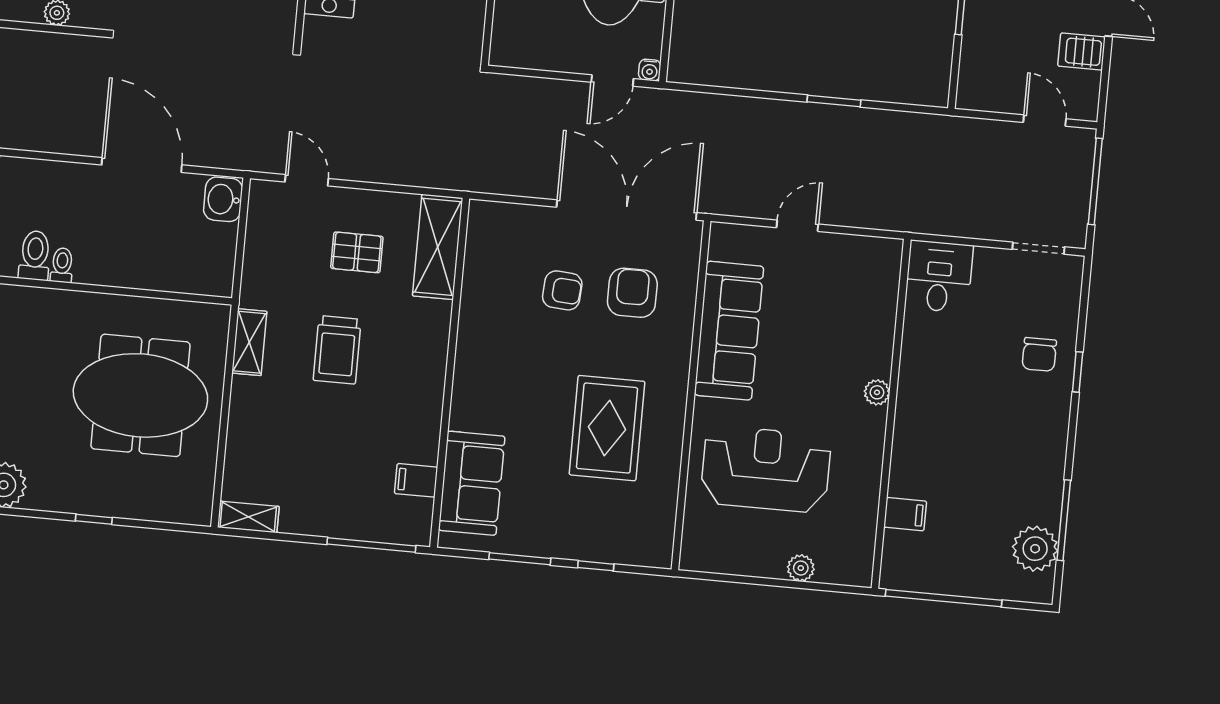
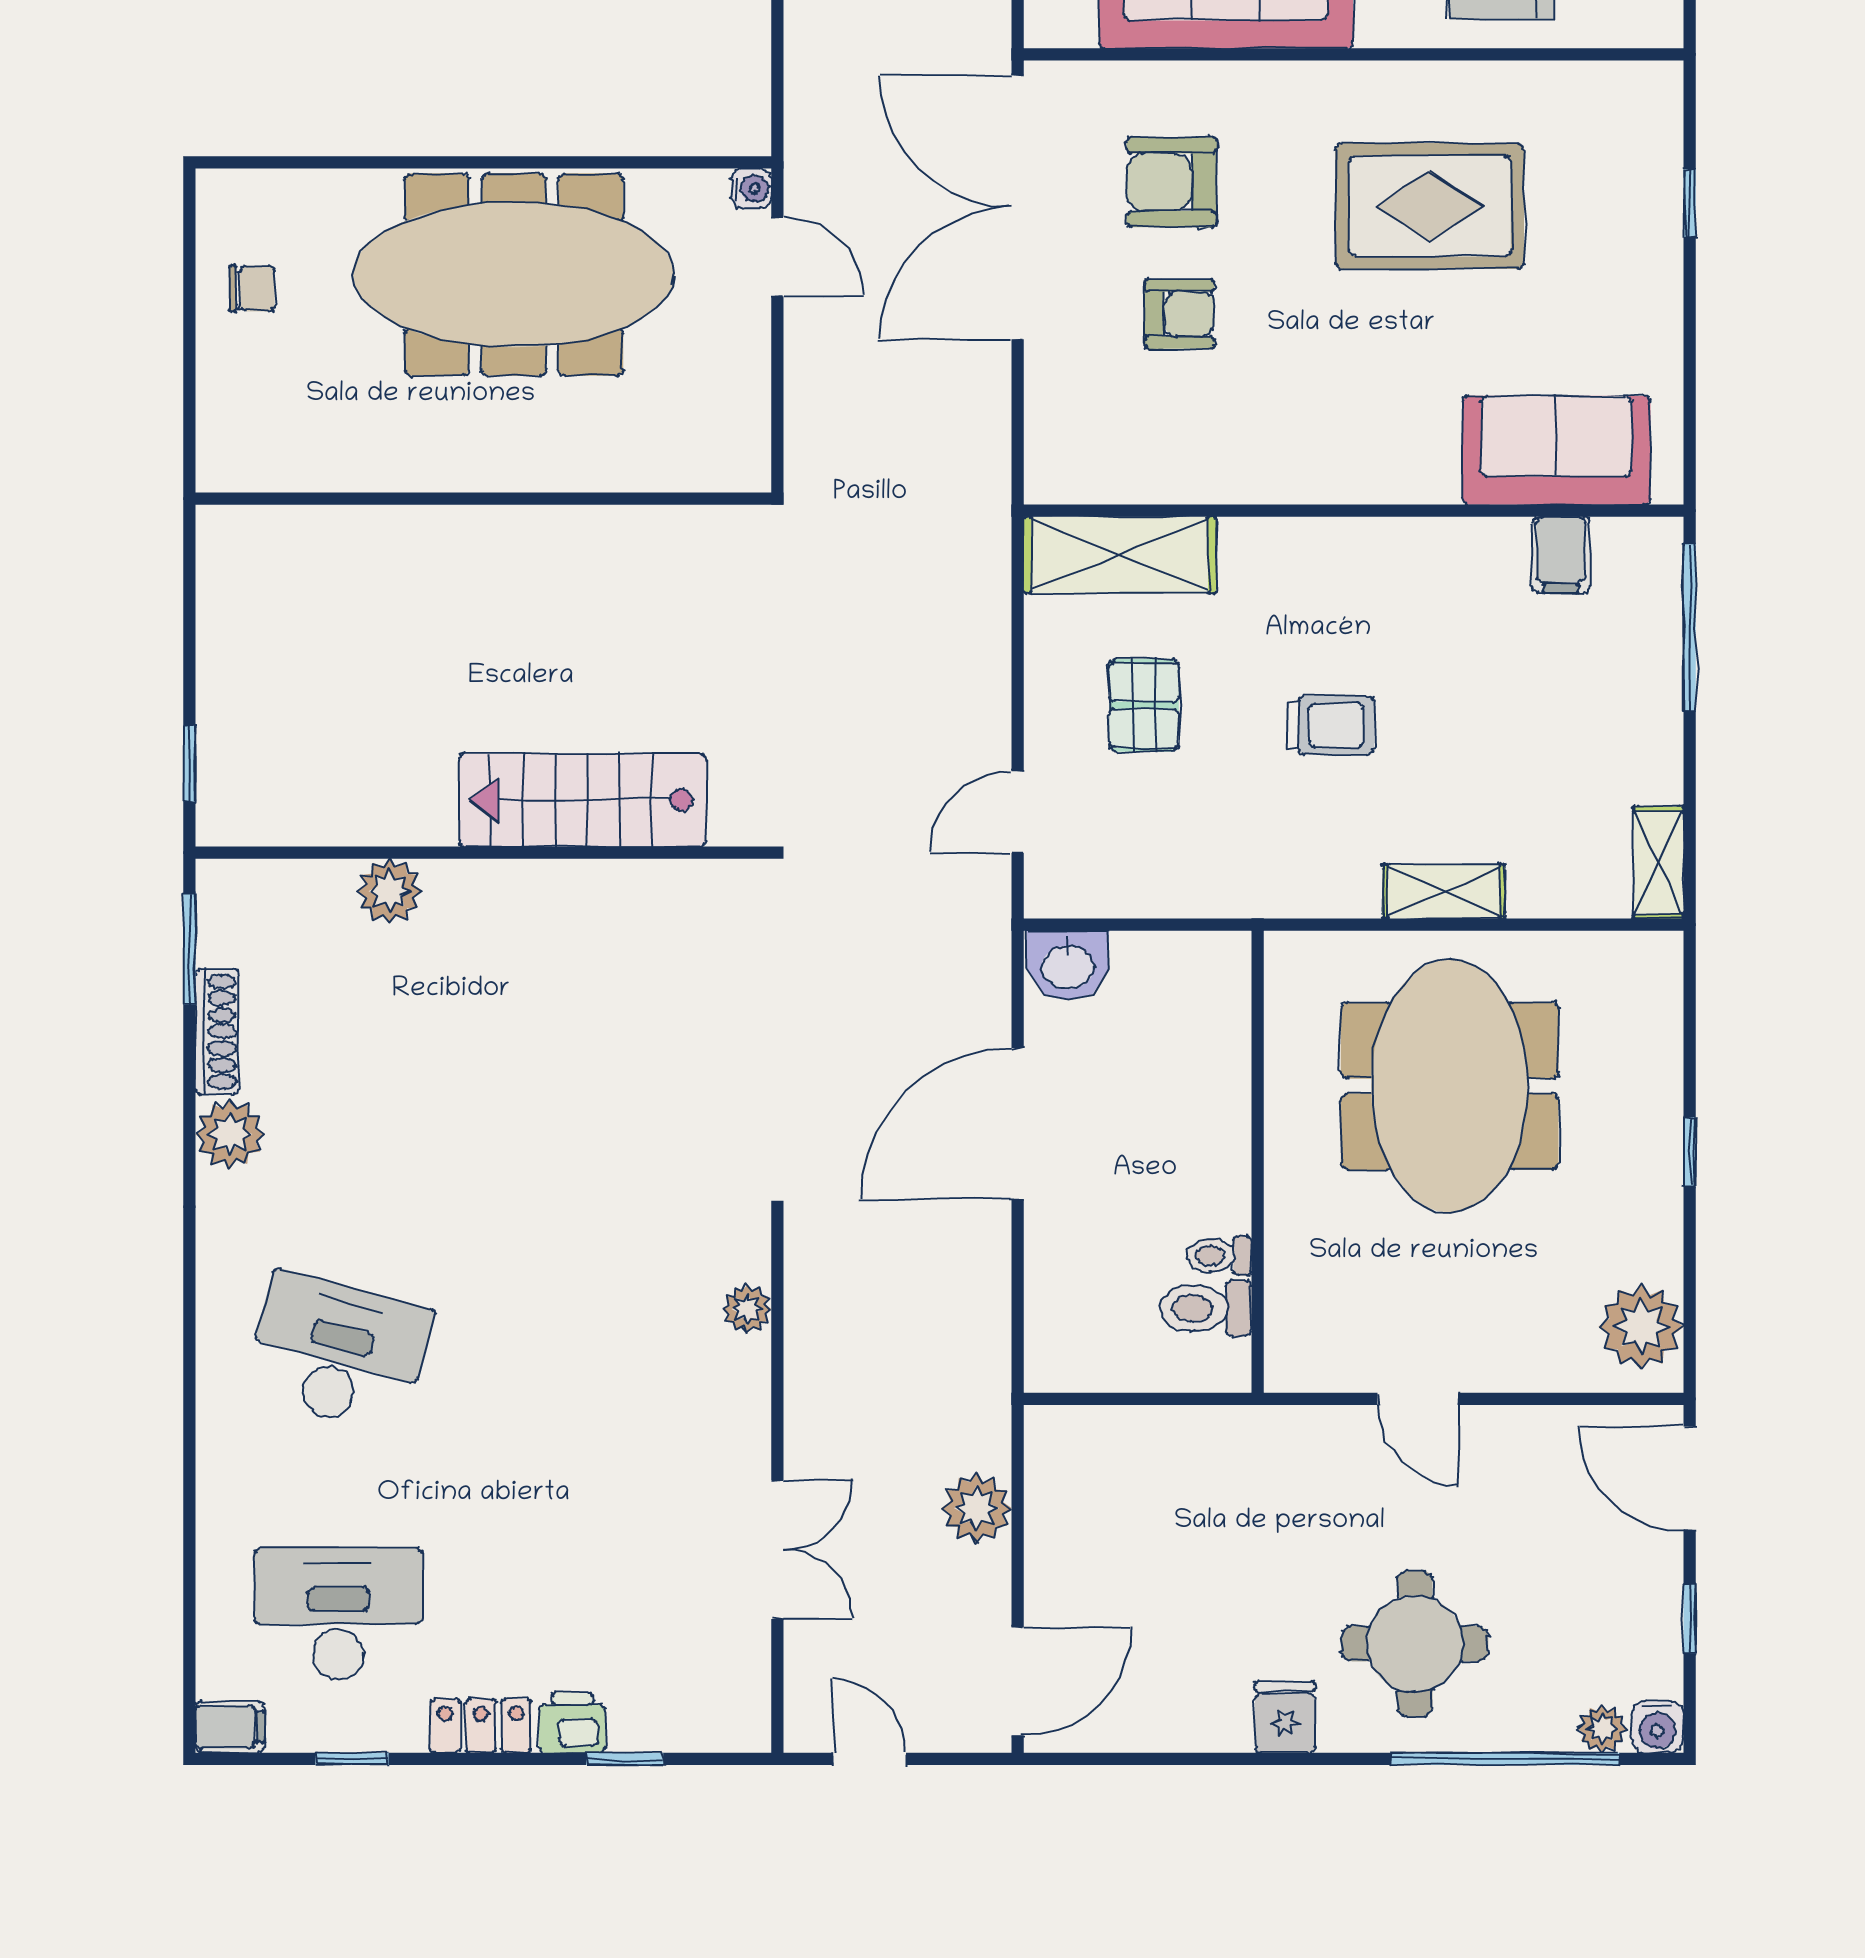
armchair: (562, 290) -> (1180, 314), turned 86
shelving: (249, 342) -> (1444, 891), moved
trolley: (337, 350) -> (1330, 725), width x0.73, depth x0.72
window: (520, 559) -> (1690, 347), removed

